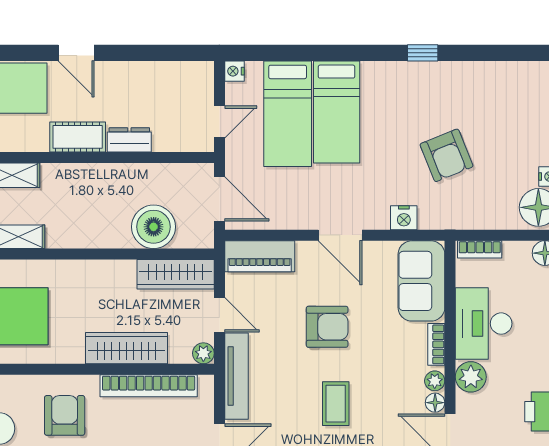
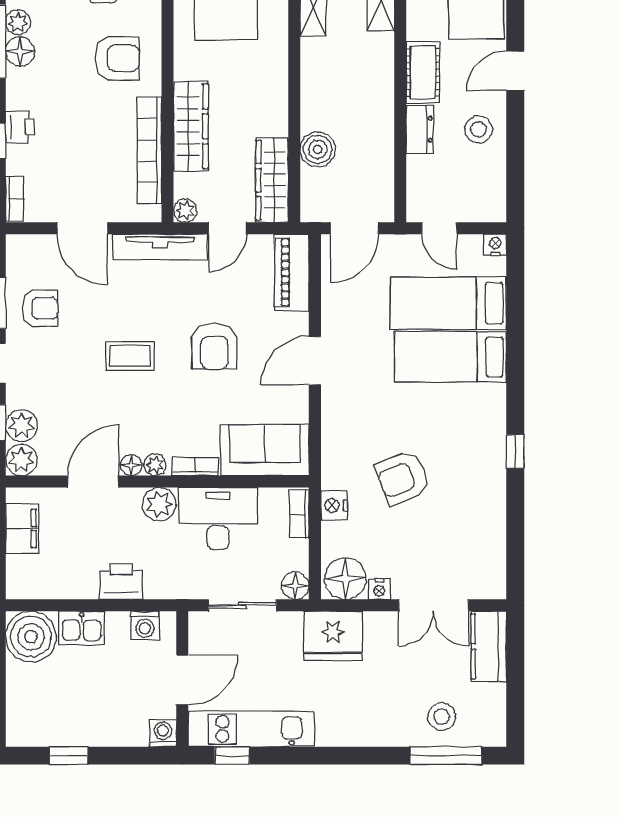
stool: (129, 86) -> (479, 129), added
nightstand: (404, 218) -> (334, 505), moved
boiler: (154, 227) -> (318, 149), width x0.73, depth x0.73

